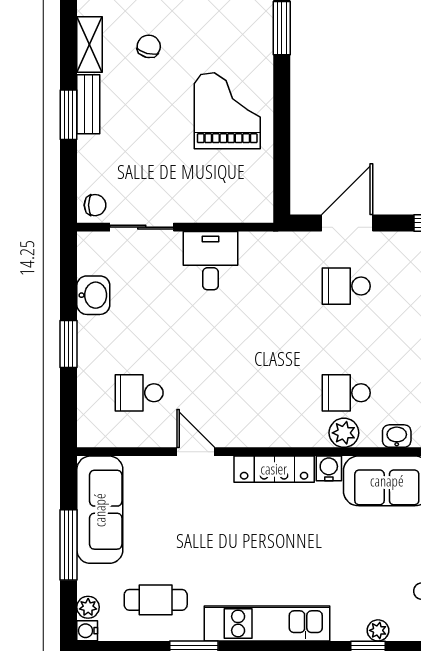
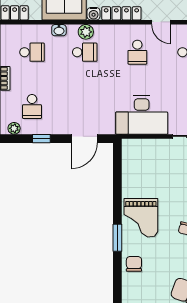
grand piano: (227, 111) -> (141, 218), moved
desk: (211, 261) -> (142, 115), width x1.87, depth x1.30
school desk: (346, 286) -> (137, 52), moved, turned 90

